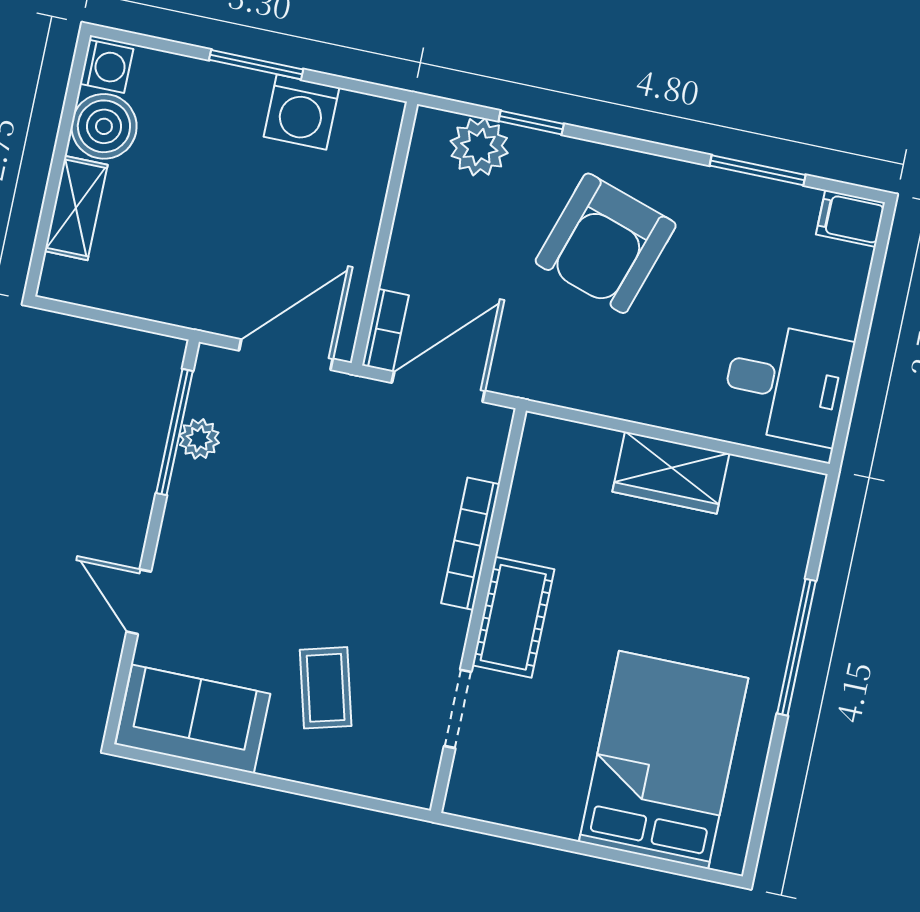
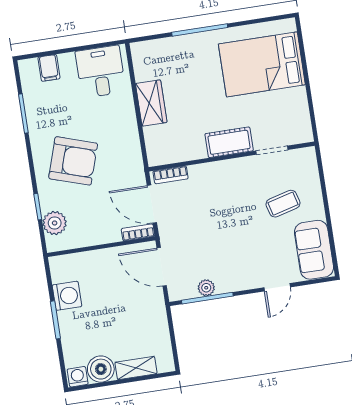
filing cabinet: (850, 218) -> (49, 68), moved
bookcase: (470, 544) -> (171, 175), moved, width x0.64

